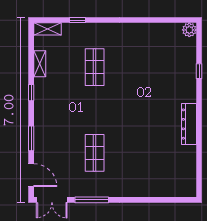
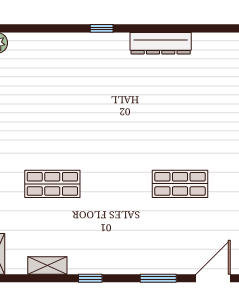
window: (199, 71) -> (102, 28), moved
dresser: (189, 124) -> (161, 43), moved

